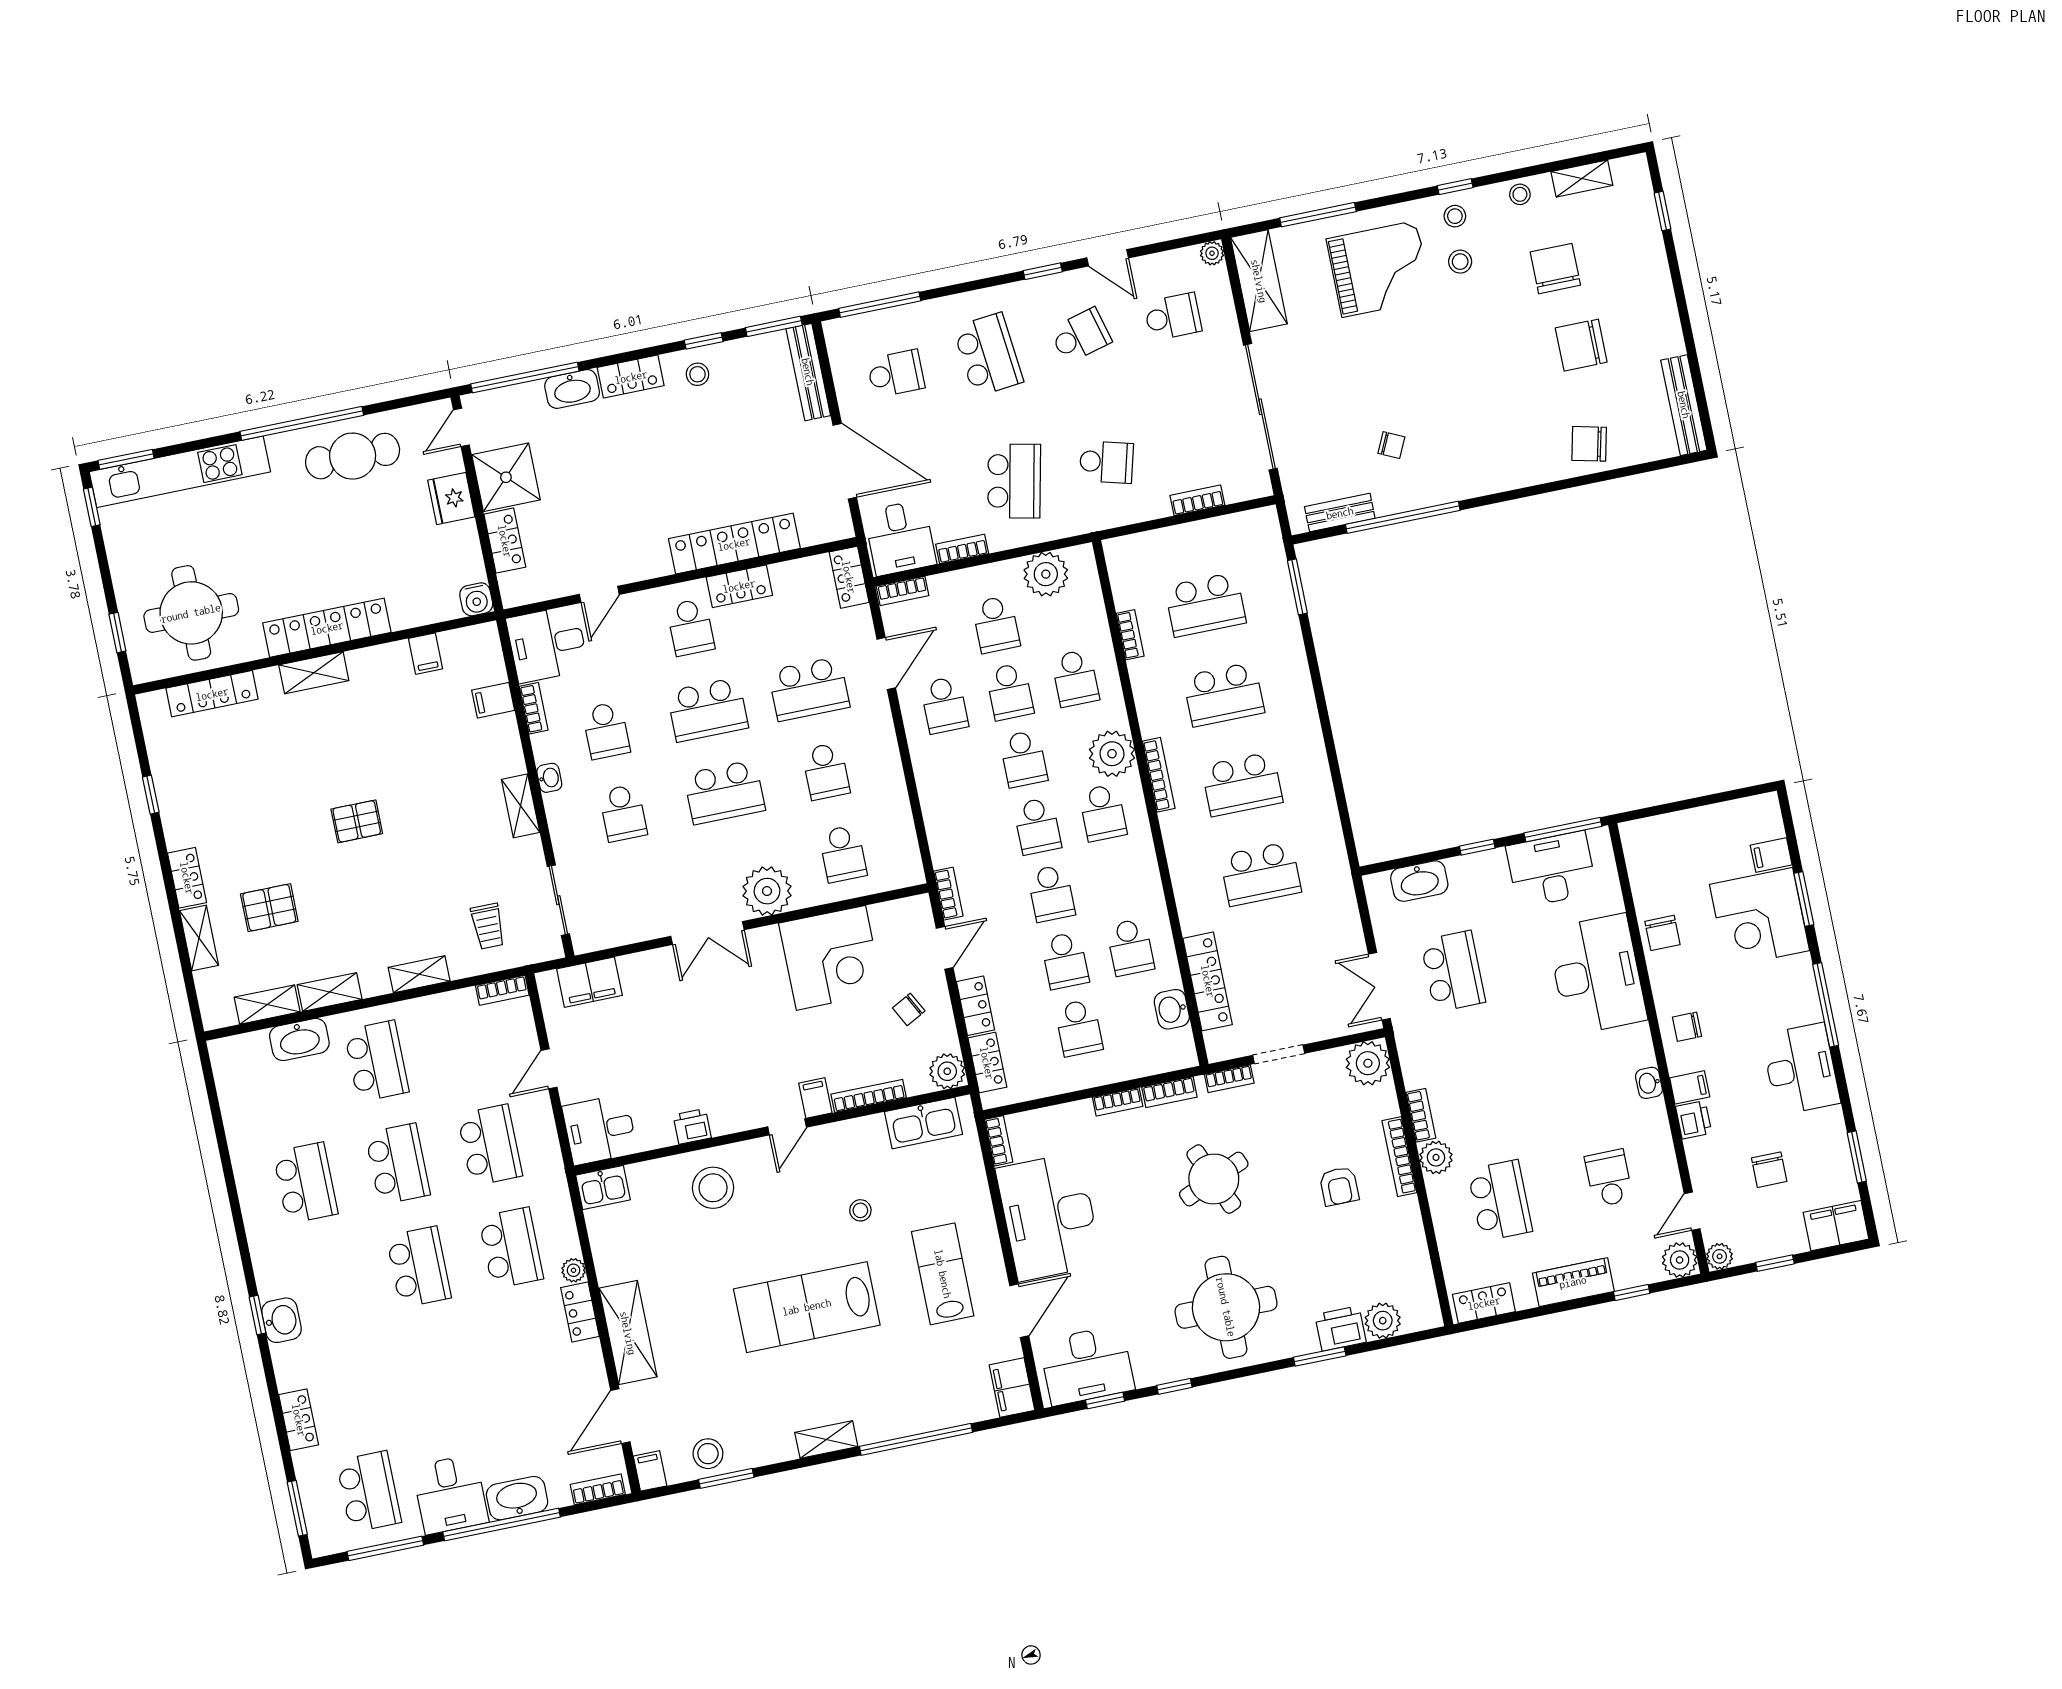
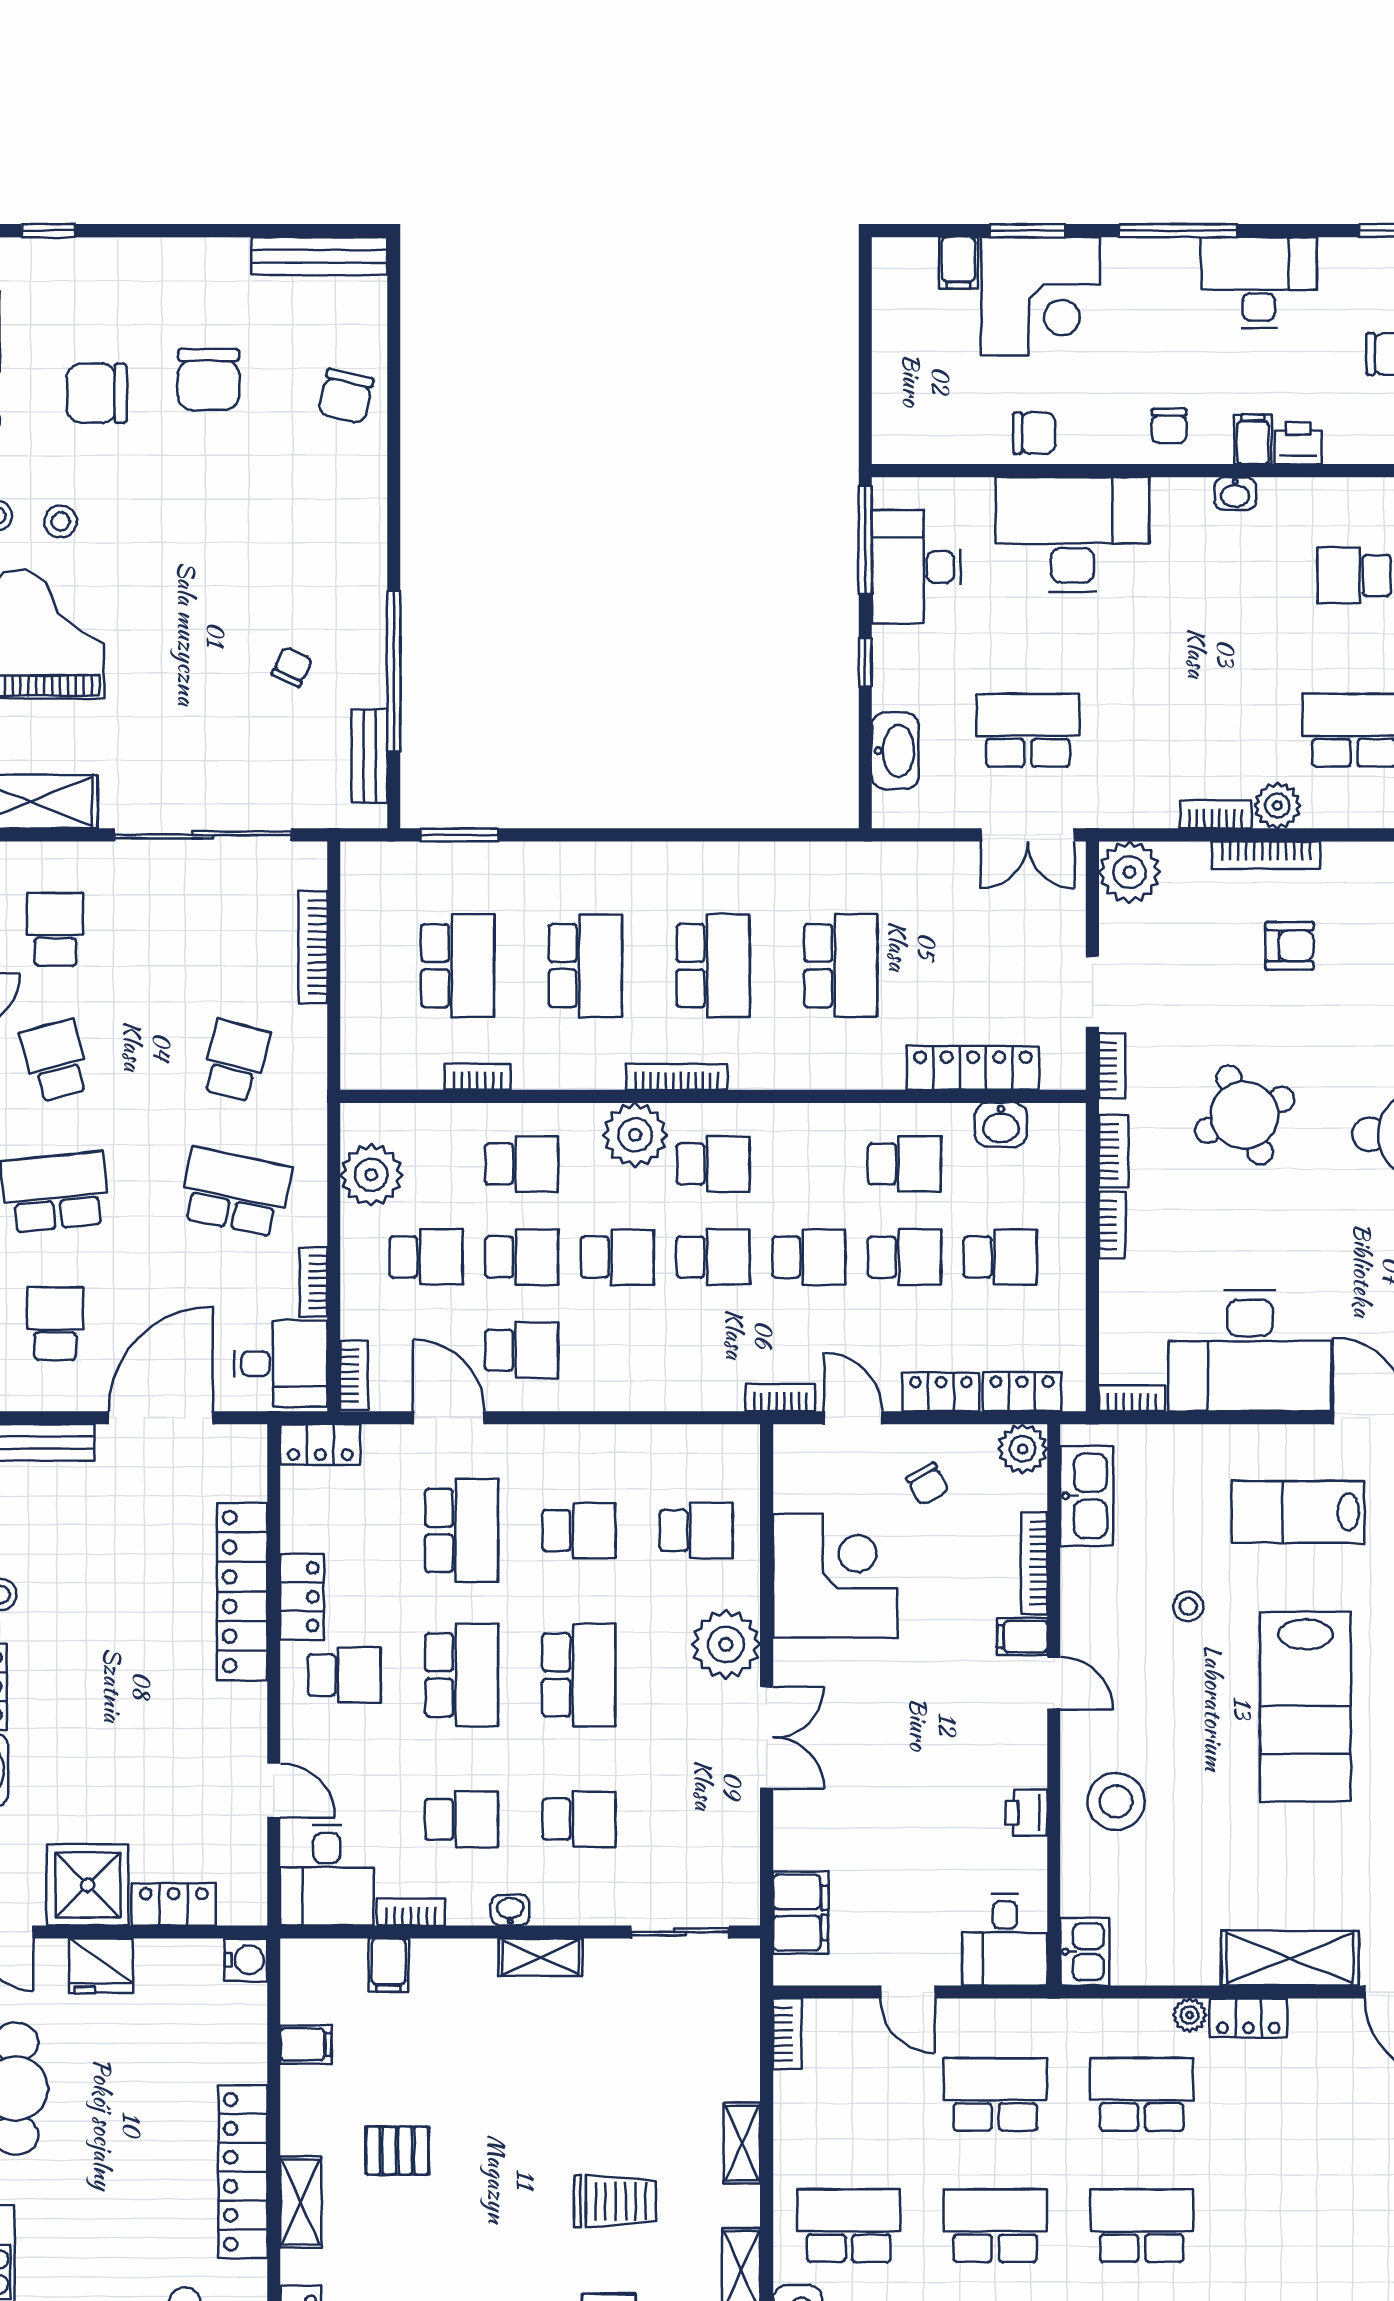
bookcase: (1197, 500) -> (313, 947), width x1.56
pallet: (357, 821) -> (397, 2150), moved, turned 90
trolley: (488, 926) -> (615, 2201), moved, width x1.36, depth x1.39

